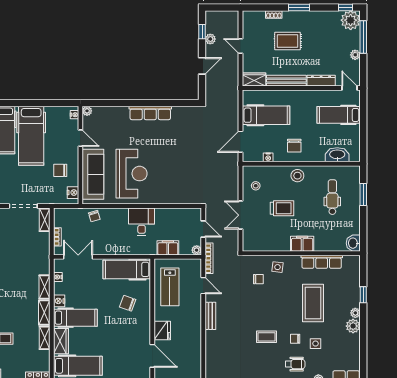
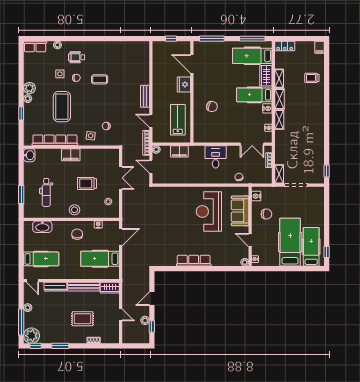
window: (299, 7) -> (60, 346), moved
sofa: (93, 174) -> (240, 211), width x0.73
desk: (142, 222) -> (216, 157), moved, turned 180
row of seats: (322, 262) -> (55, 140), width x1.36
hospital bed: (127, 269) -> (213, 134), removed

